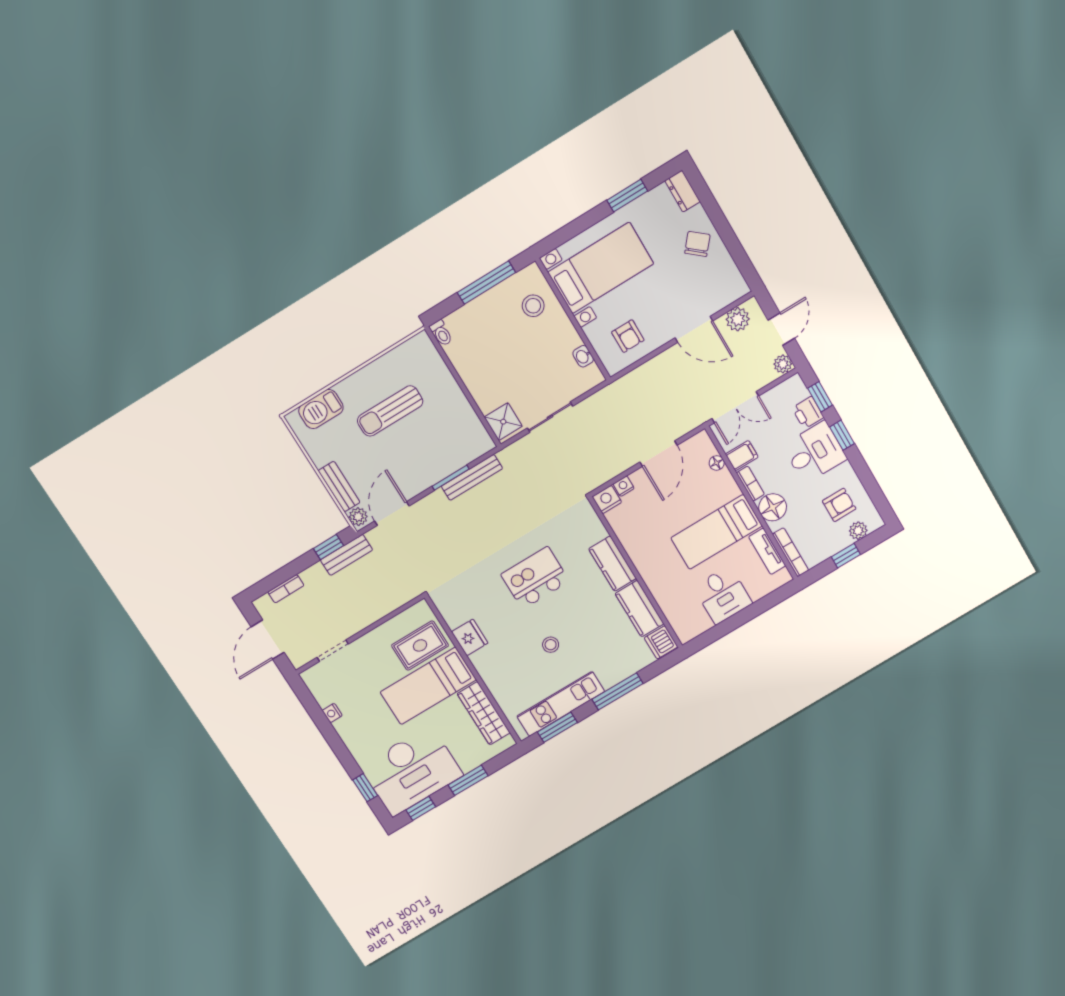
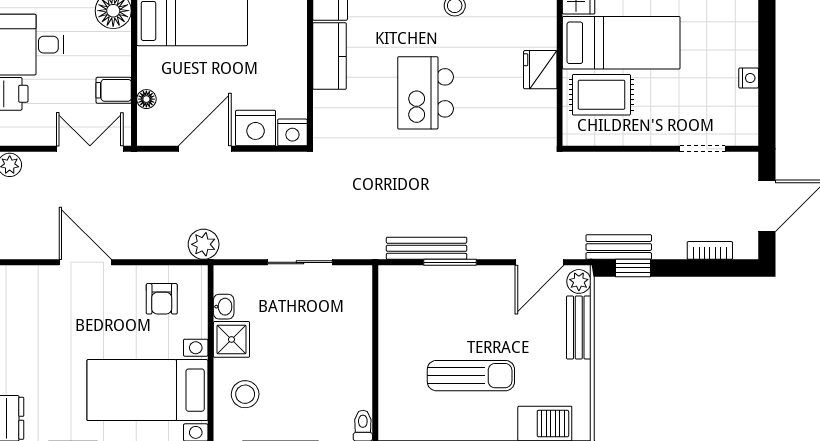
chair: (697, 244) -> (27, 352), removed
plant: (738, 319) -> (204, 244), moved
armchair: (628, 336) -> (162, 299), turned 180
shower: (503, 422) -> (231, 339), moved
bookcase: (750, 484) -> (122, 53), removed
nightstand: (624, 486) -> (256, 128), width x1.89, depth x1.79
kitchen island: (535, 578) -> (426, 93), turned 90

